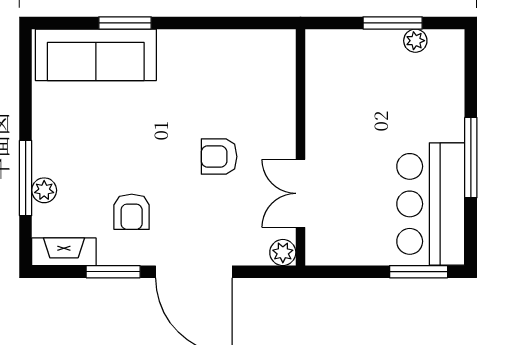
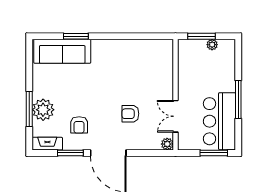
wall: (300, 147) -> (176, 95), moved
armchair: (219, 157) -> (130, 114), moved
plant: (44, 190) -> (43, 110), width x1.88, depth x1.88
double door: (300, 193) -> (176, 116), moved
plant: (283, 252) -> (167, 144), moved

